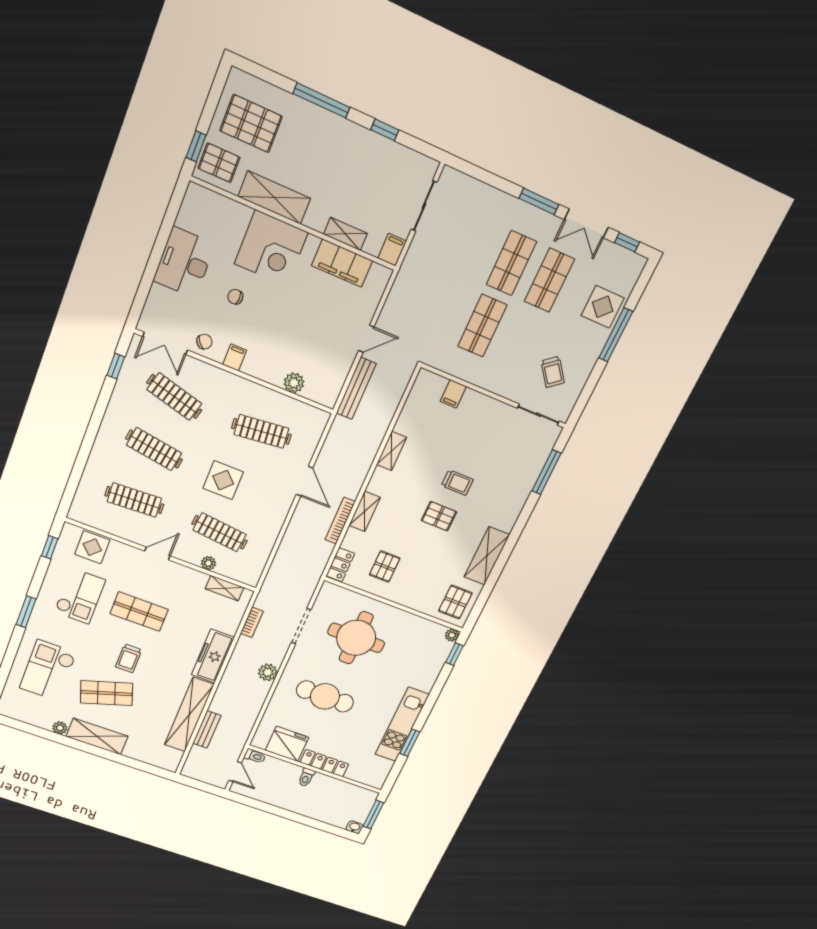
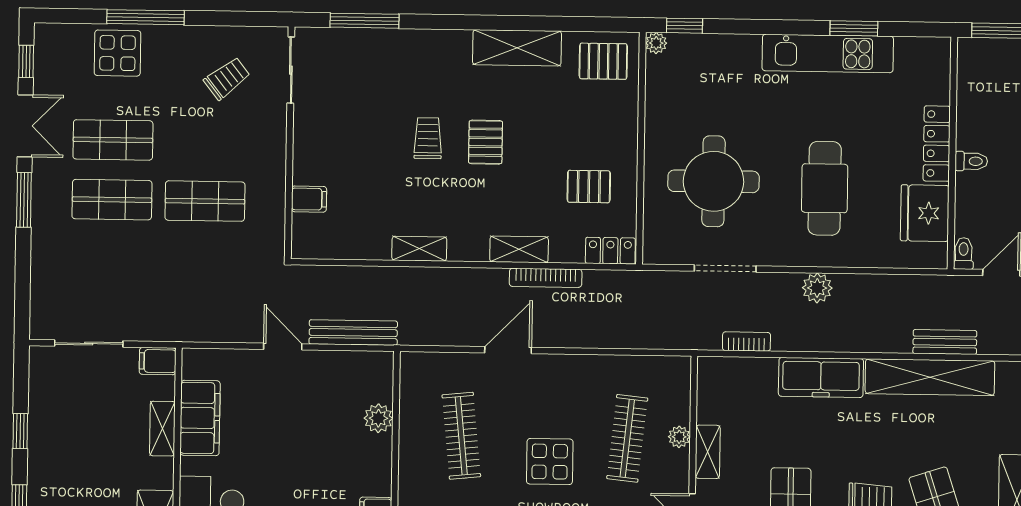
shelving: (225, 588) -> (708, 452), moved

